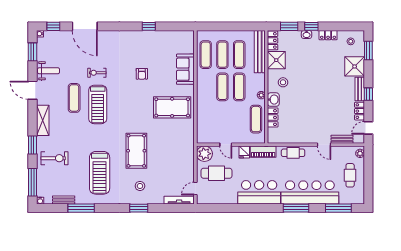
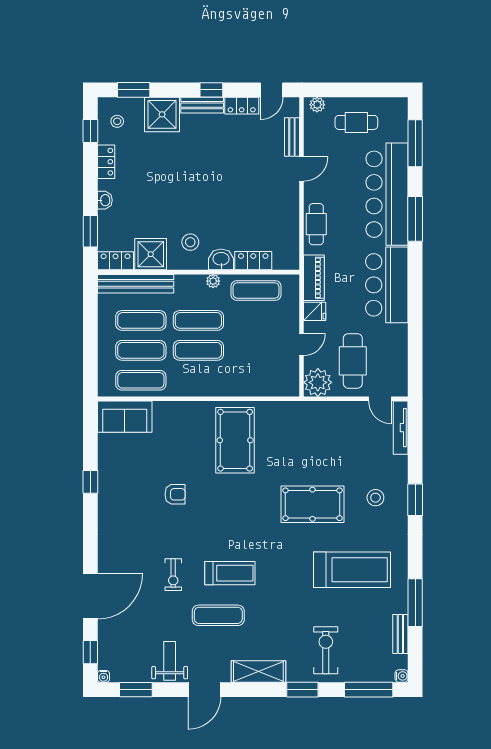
window: (311, 26) -> (90, 131), moved
sofa: (185, 69) -> (125, 417), moved
treadmill: (98, 104) -> (230, 573), width x0.73, depth x0.73
door: (368, 128) -> (272, 90), hinge flipped

